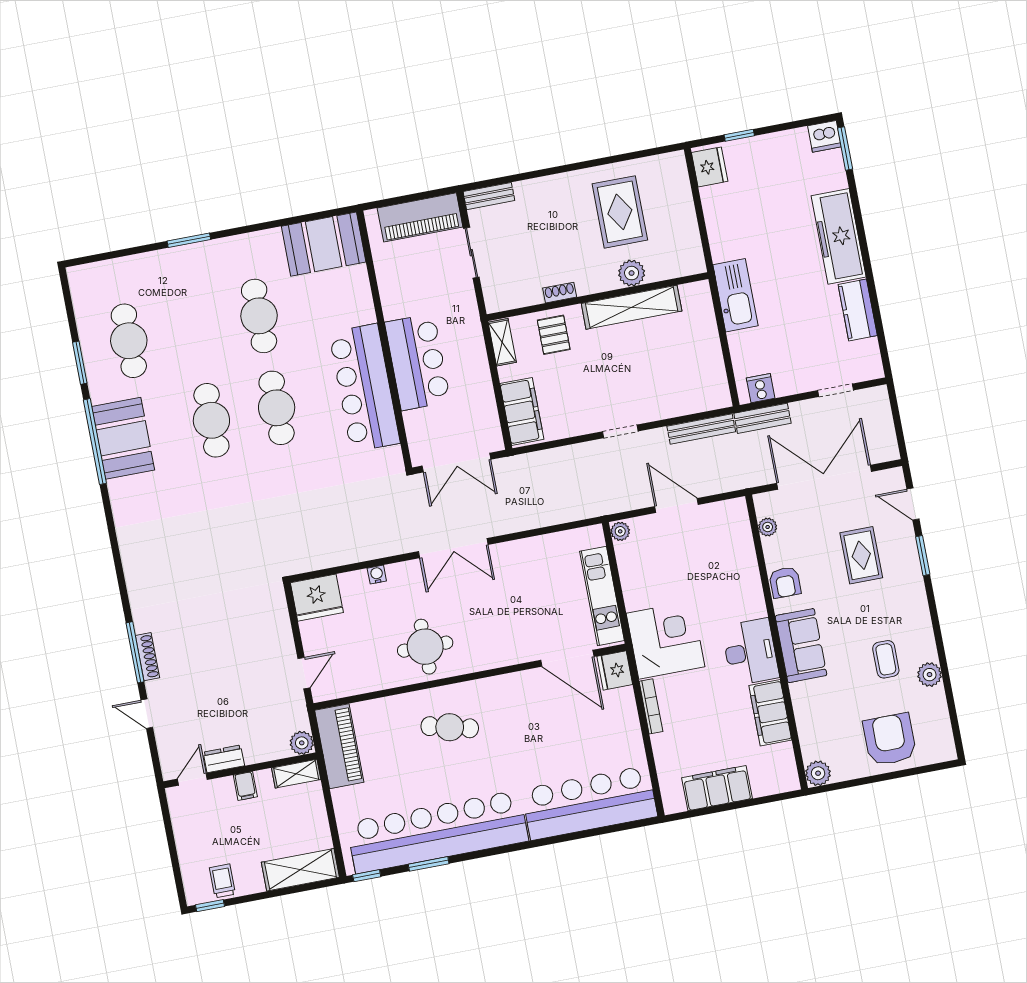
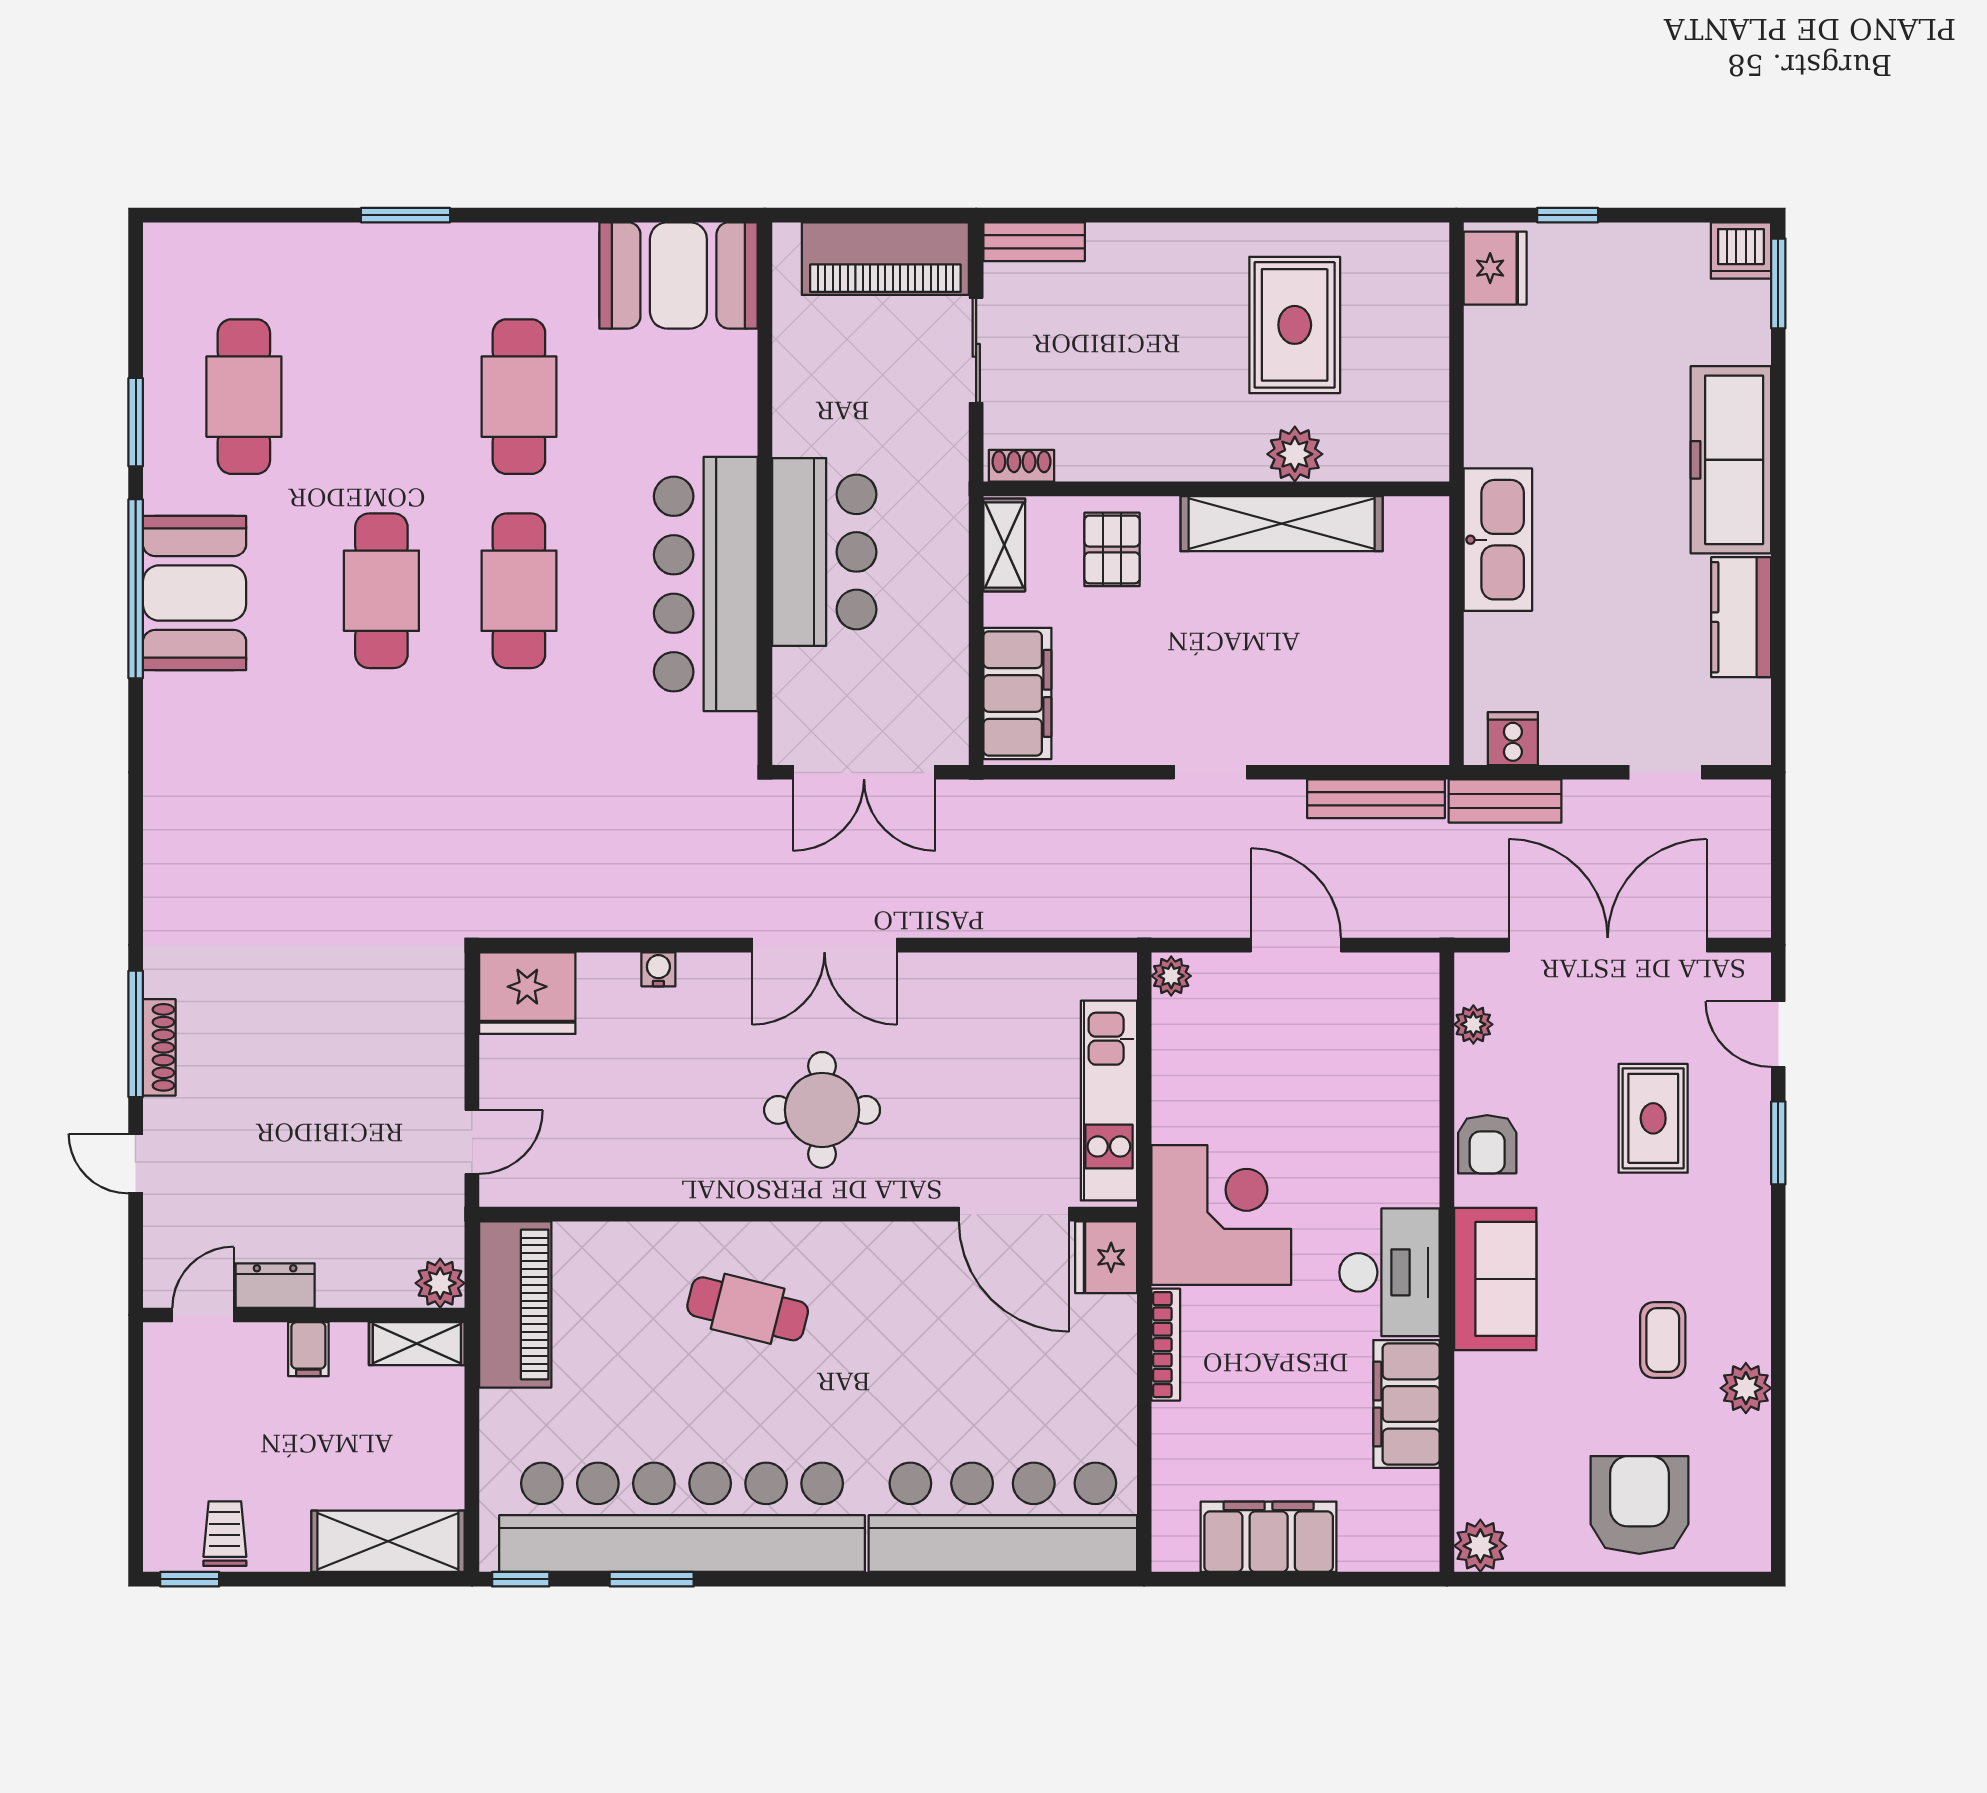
shoe rack: (560, 293) -> (1021, 466), moved
round table: (425, 647) -> (822, 1110), moved

